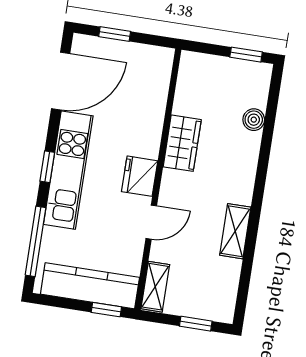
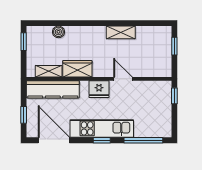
kitchen counter: (90, 286) -> (53, 89), moved, turned -90
shelving: (155, 287) -> (49, 71), moved

